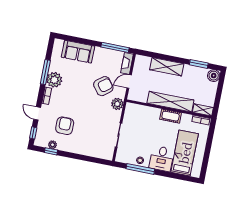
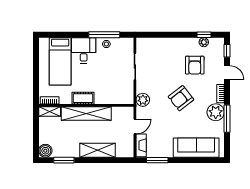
window: (115, 47) -> (157, 160), width x0.69
sofa: (78, 52) -> (196, 148), width x1.36
armchair: (103, 86) -> (181, 98), moved

